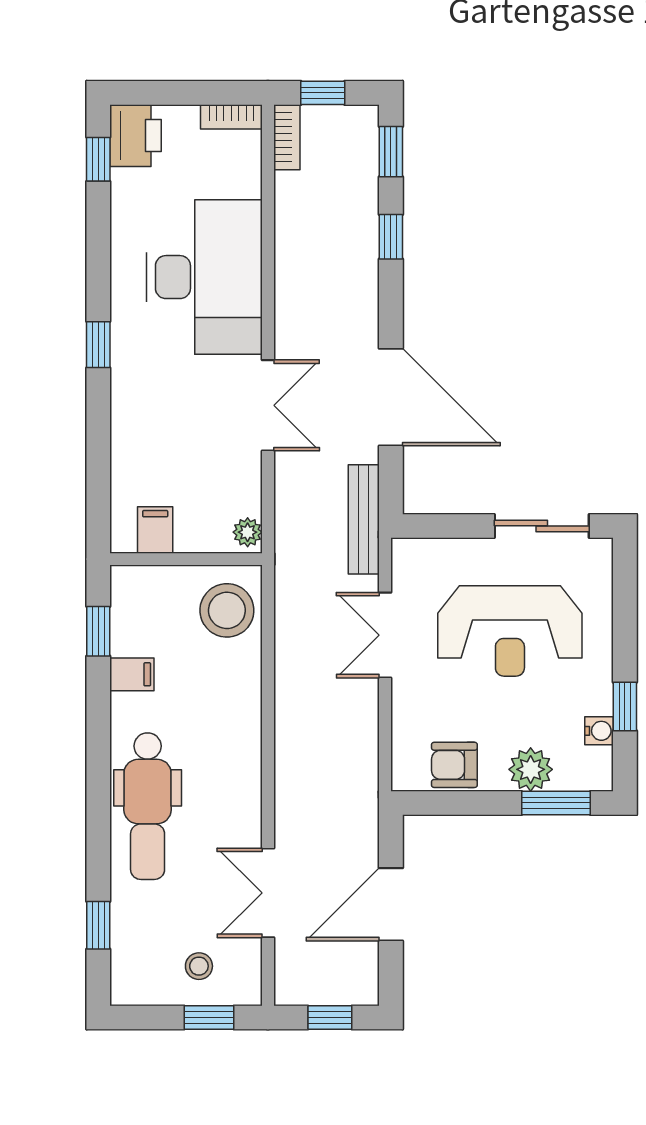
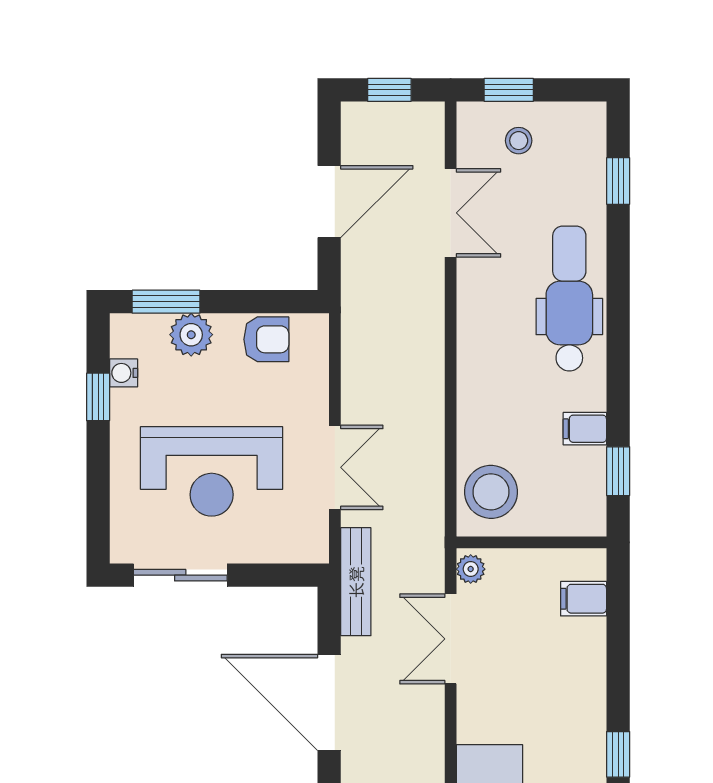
double door: (268, 405) -> (451, 639), moved
filing cabinet: (155, 530) -> (584, 599), moved, turned 90
reception desk: (510, 631) -> (212, 471), turned 180

